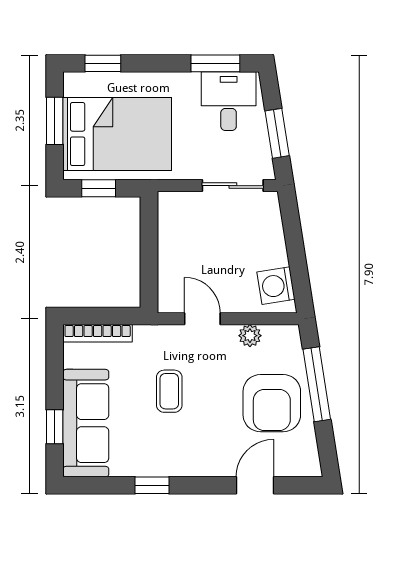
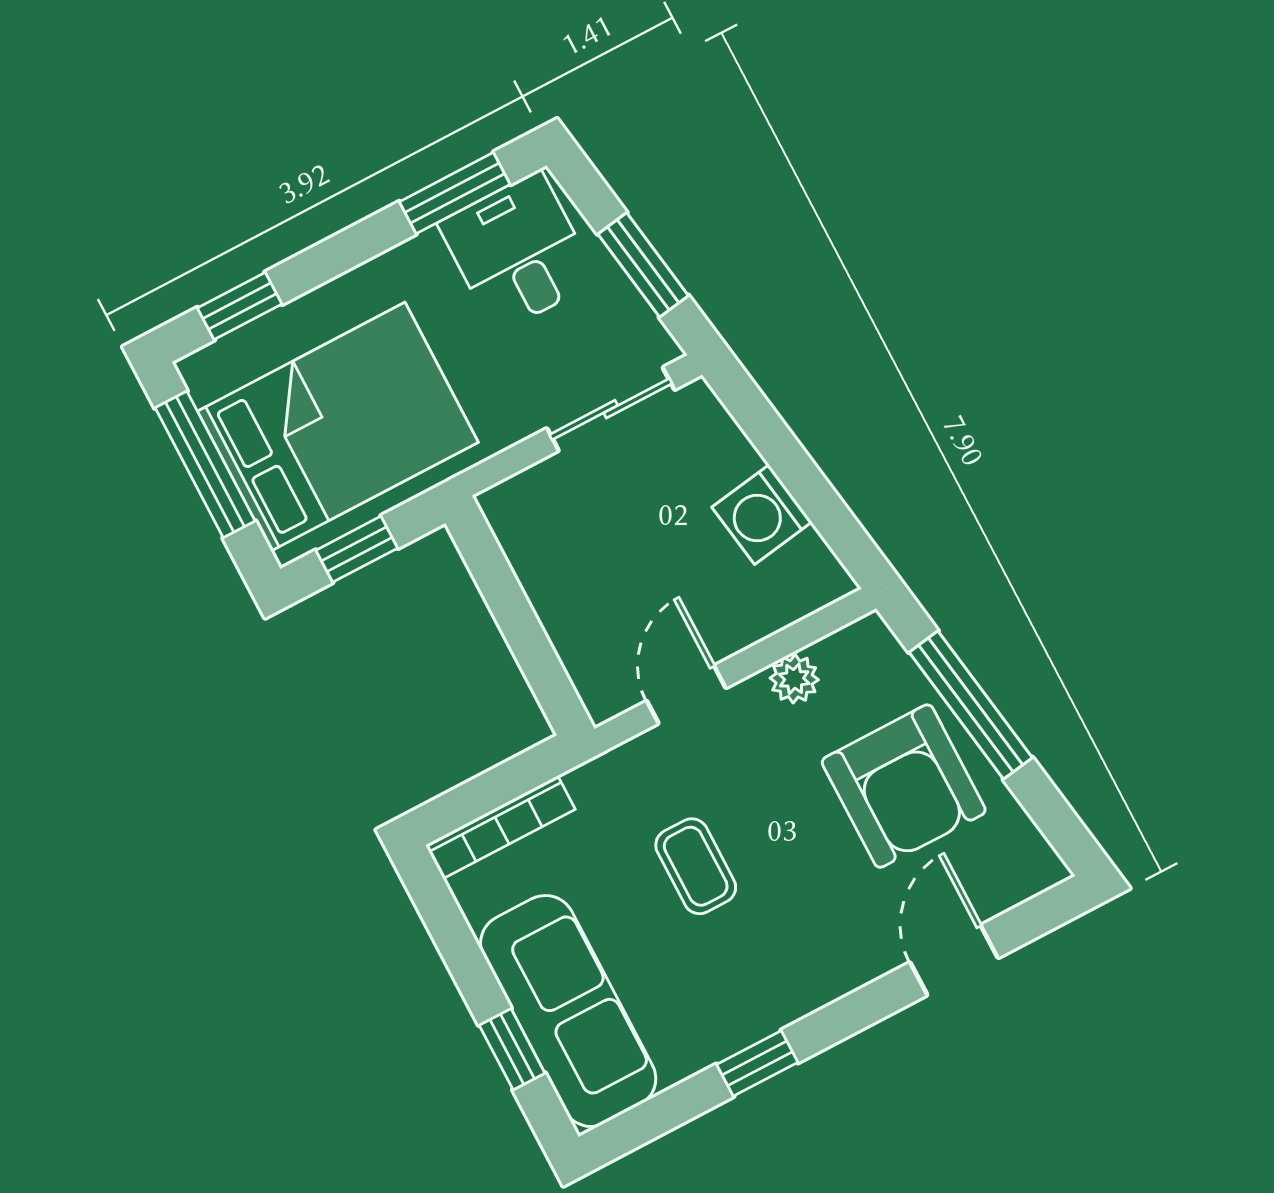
window: (55, 121) -> (205, 464), width x1.44
washing machine: (276, 286) -> (762, 515), moved
door: (202, 319) -> (686, 694), hinge flipped

